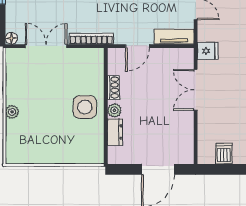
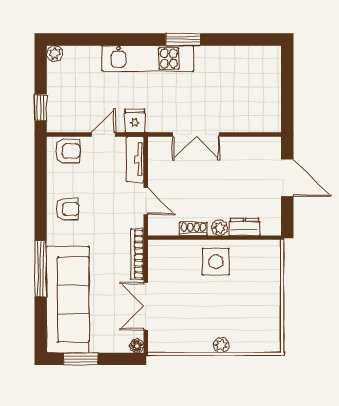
fridge: (208, 51) -> (135, 121), moved
dishwasher: (224, 154) -> (269, 102), removed

